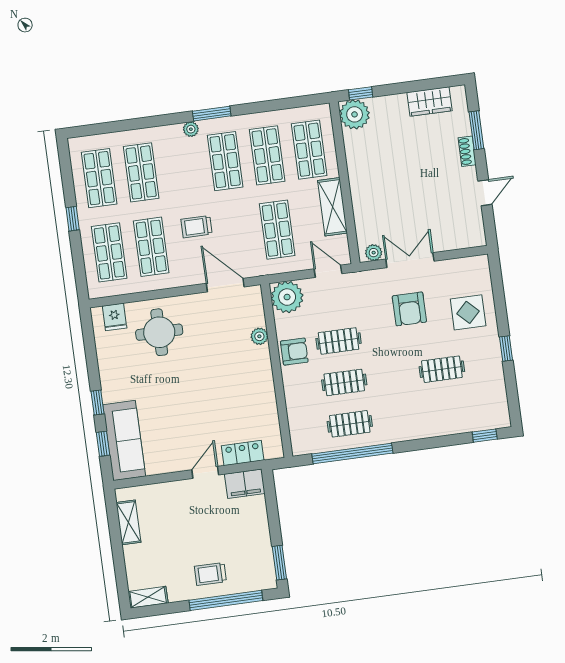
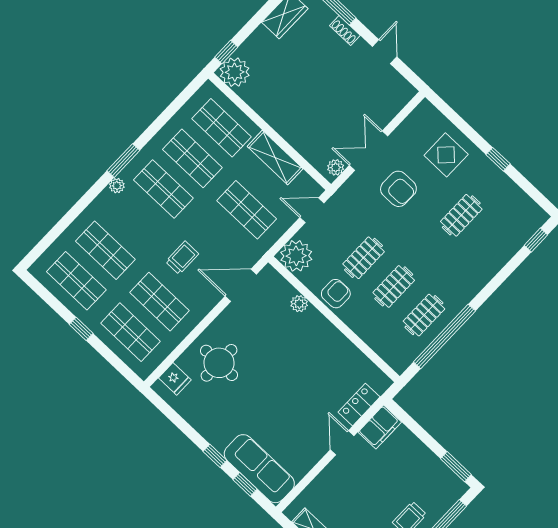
trolley: (196, 227) -> (182, 258), turned 180

